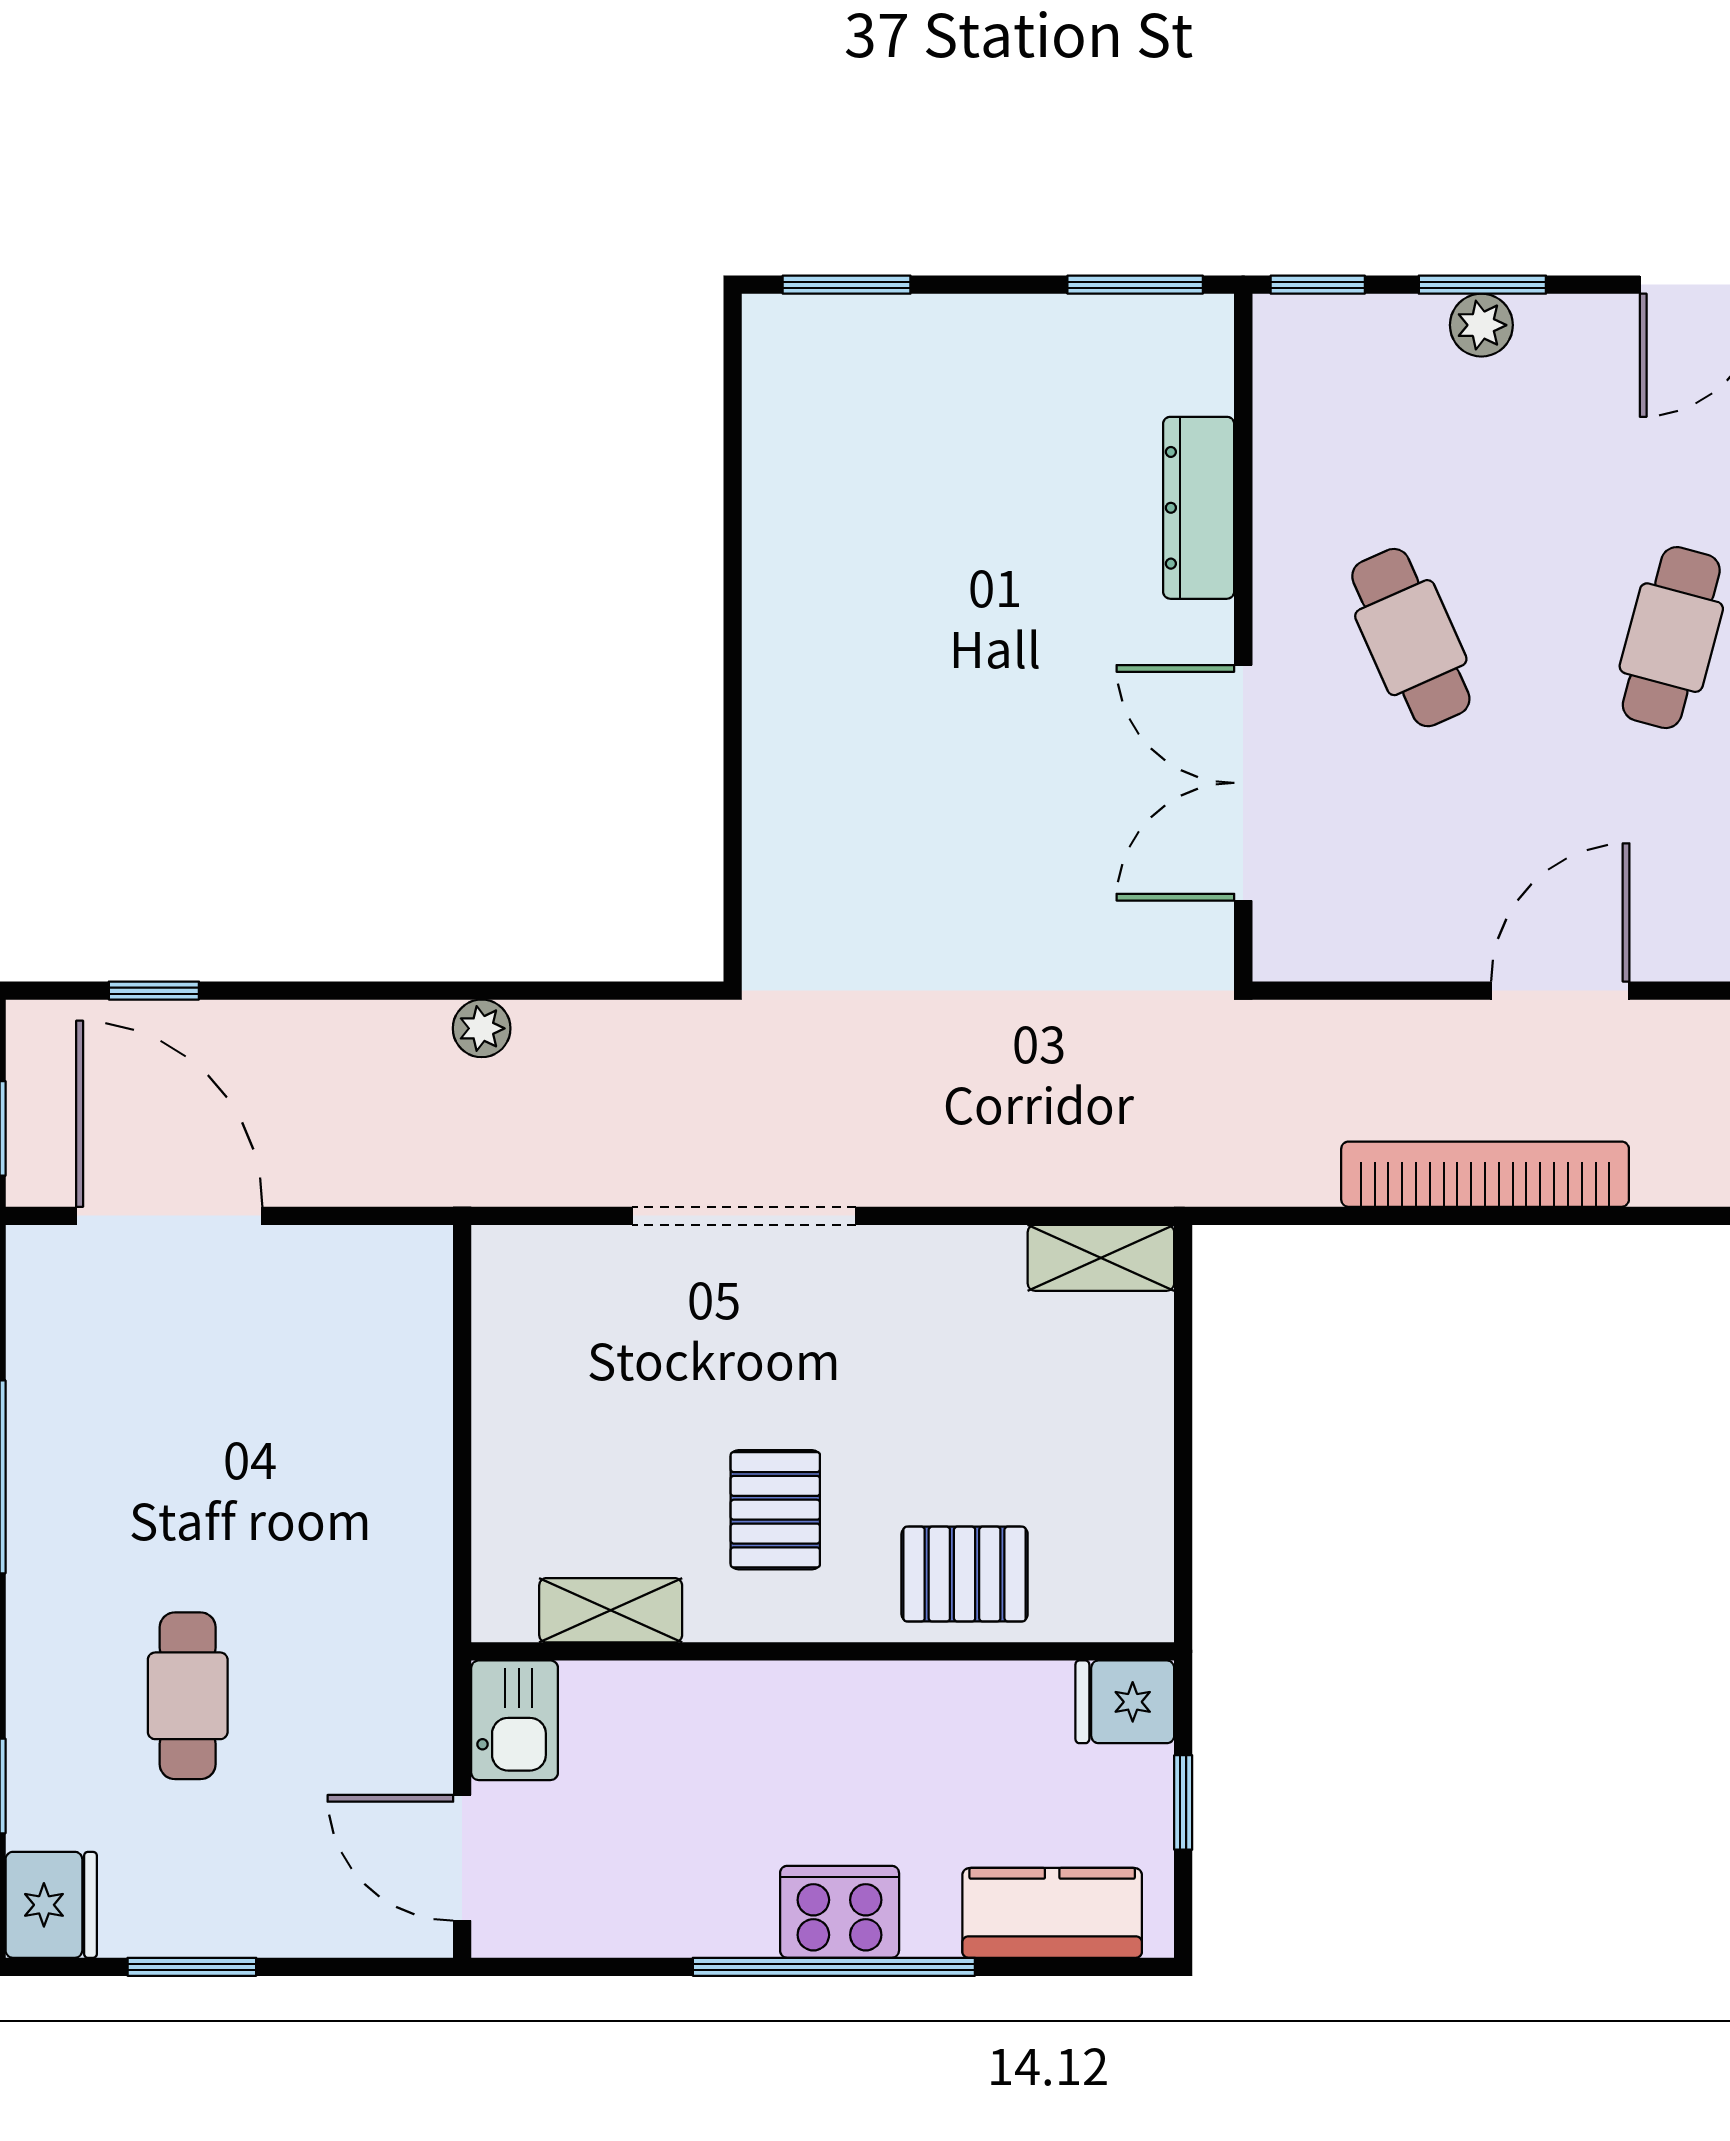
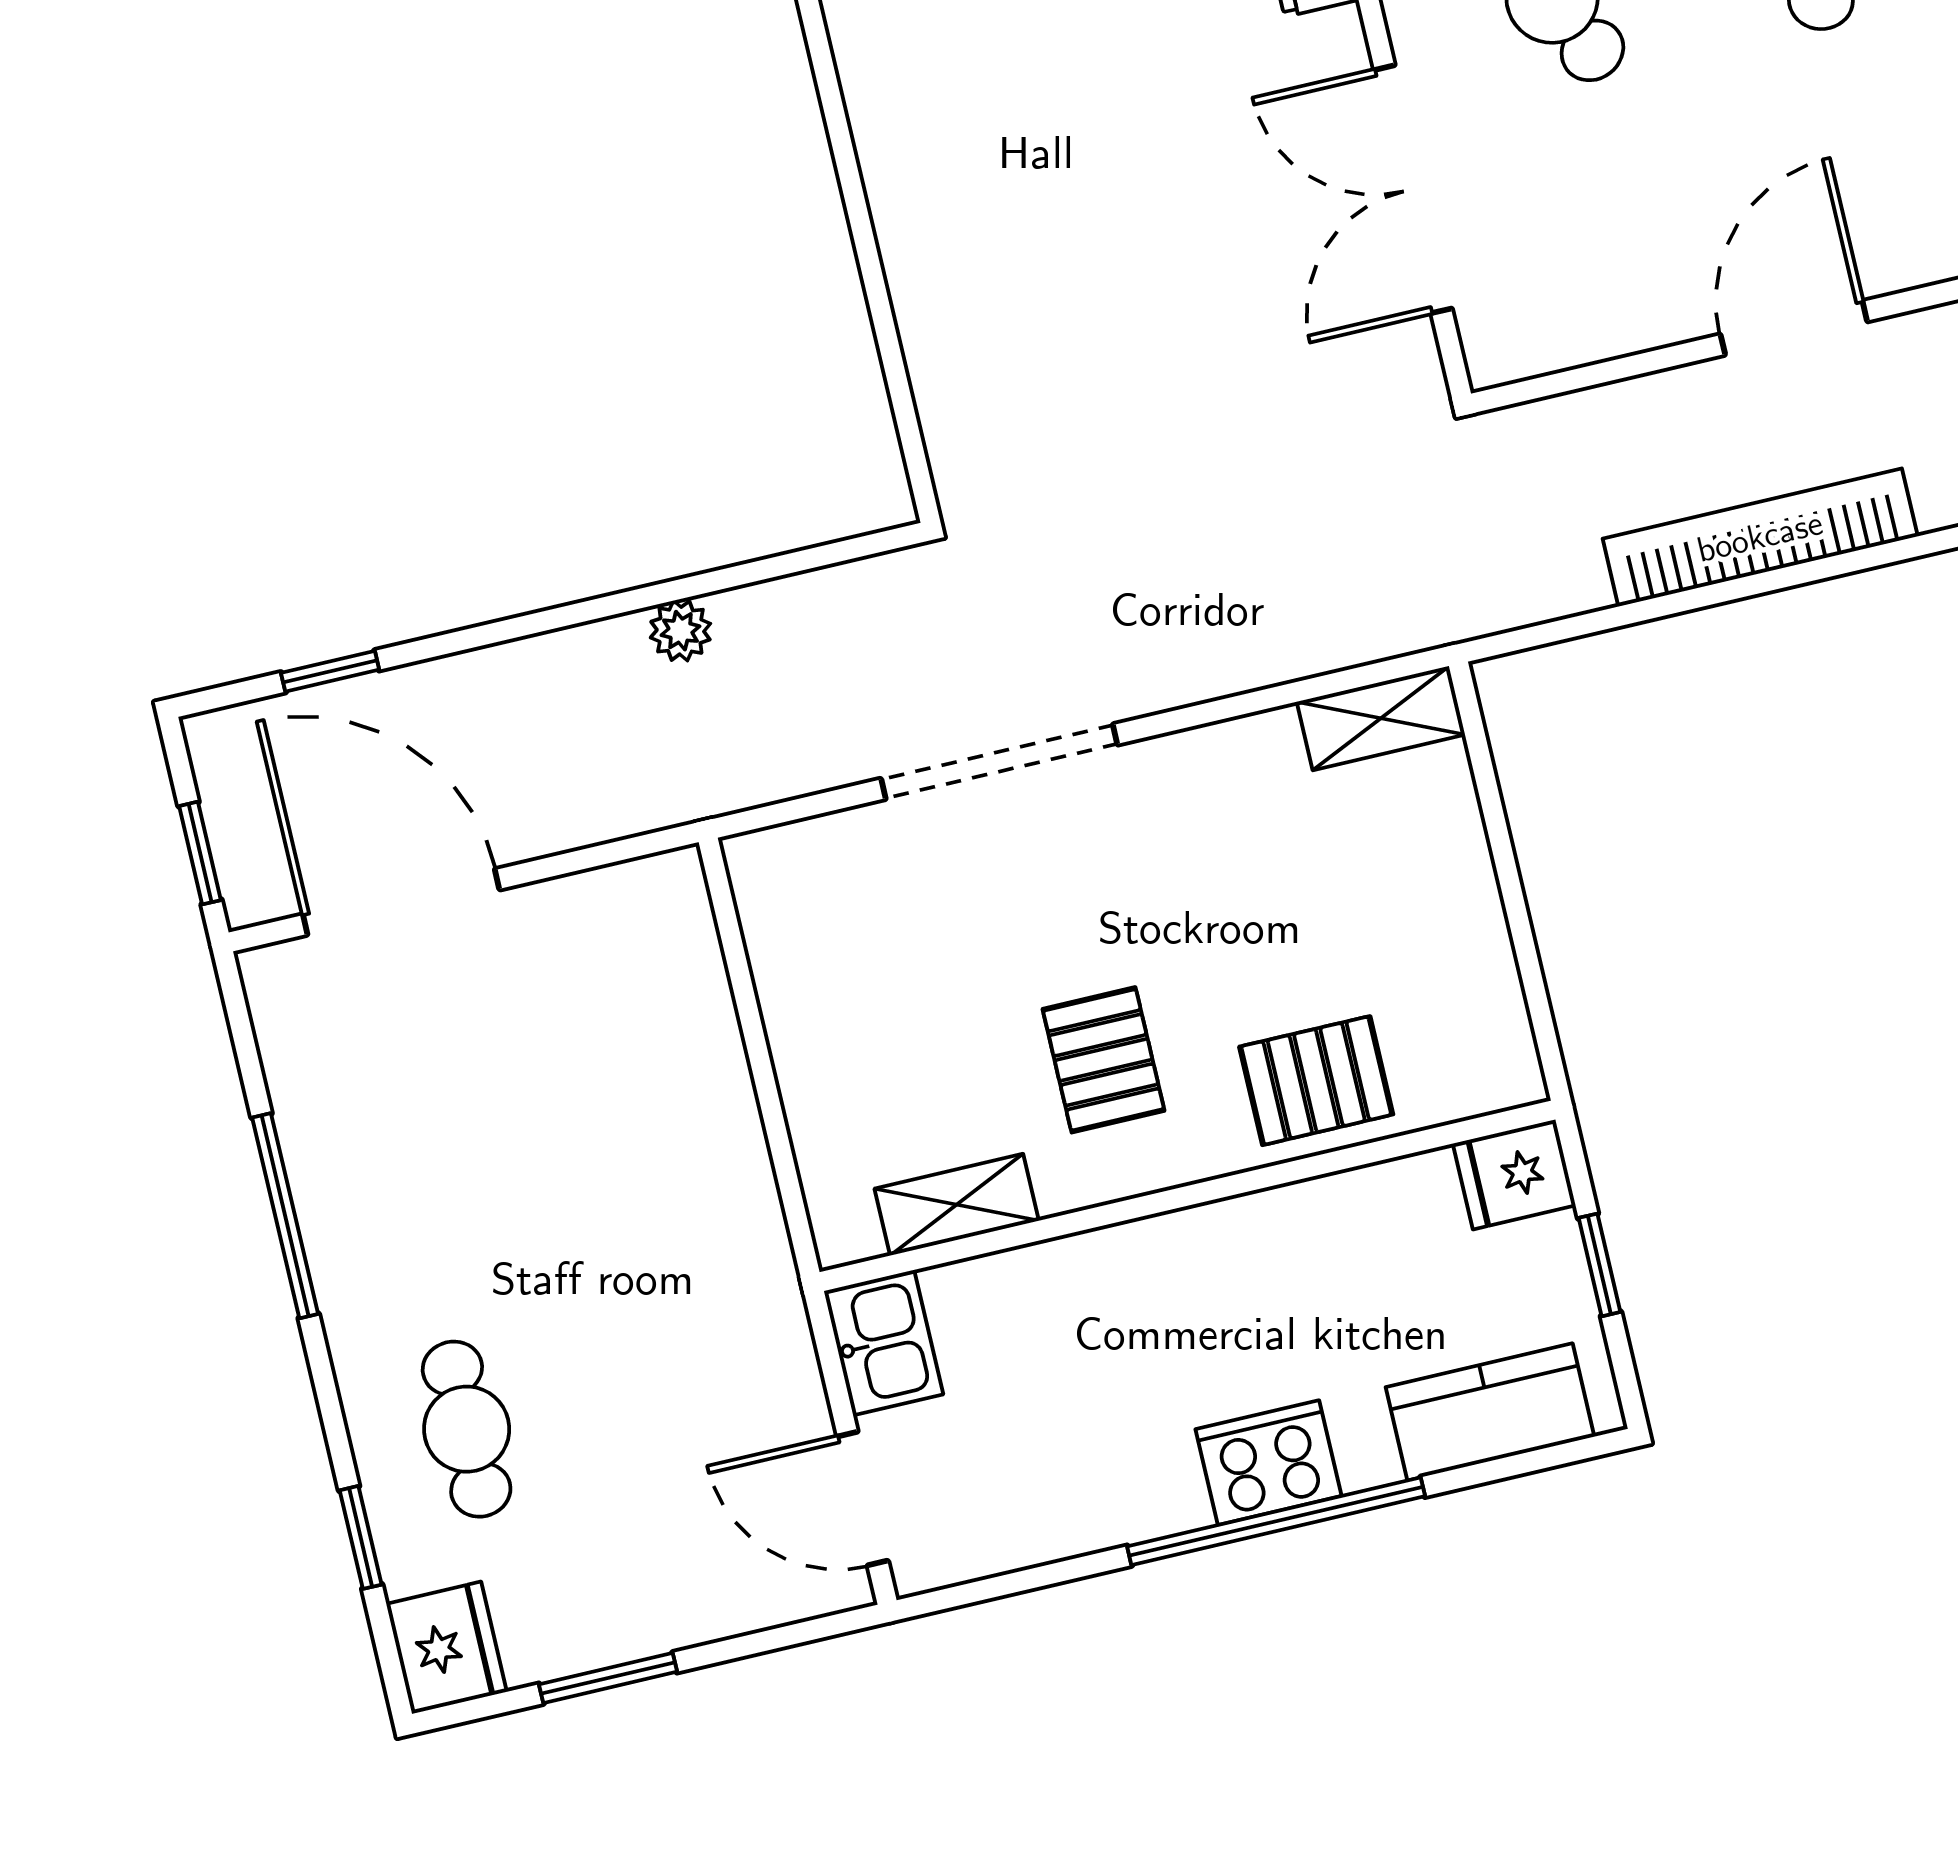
cafe table: (188, 1696) -> (467, 1429), moved

